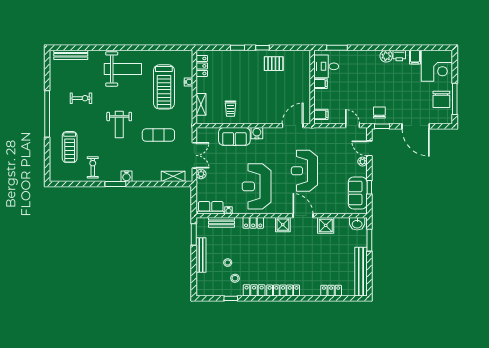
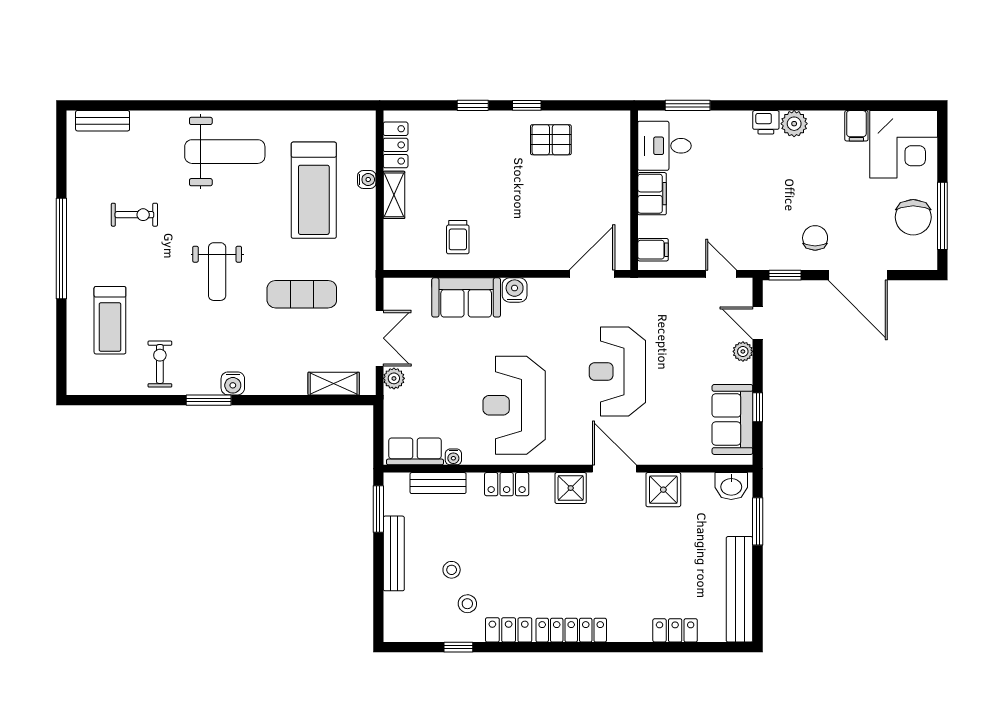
bench: (71, 55) -> (103, 121), width x0.73
printer: (399, 56) -> (766, 122), moved
filing cabinet: (320, 84) -> (652, 194), width x2.00
shelving: (201, 104) -> (394, 195), moved
chair: (379, 112) -> (815, 238), moved

